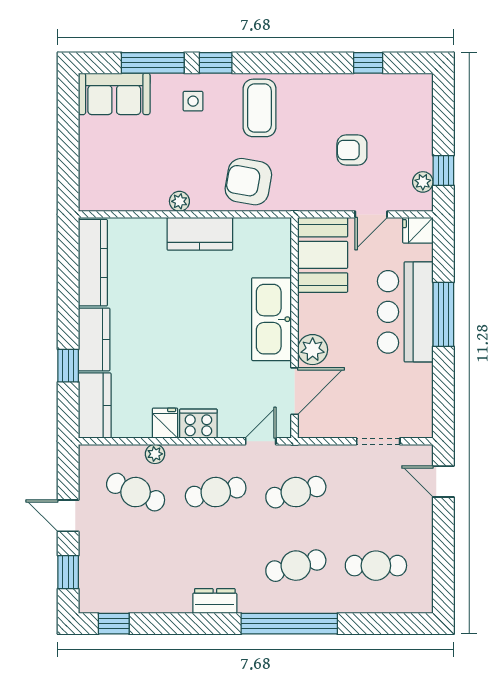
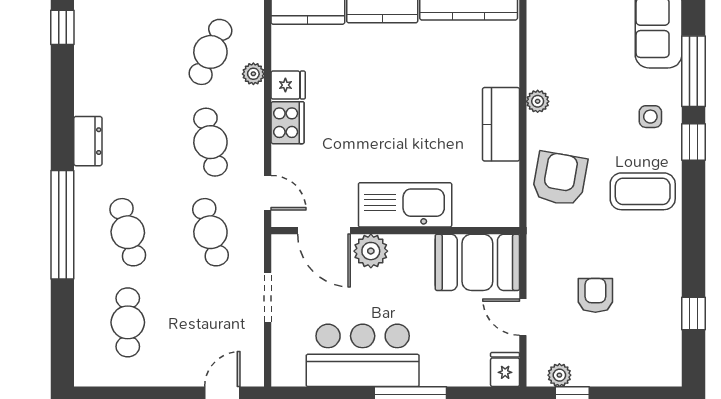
bar counter: (405, 312) -> (363, 355), moved
doorway: (378, 441) -> (268, 297), moved

